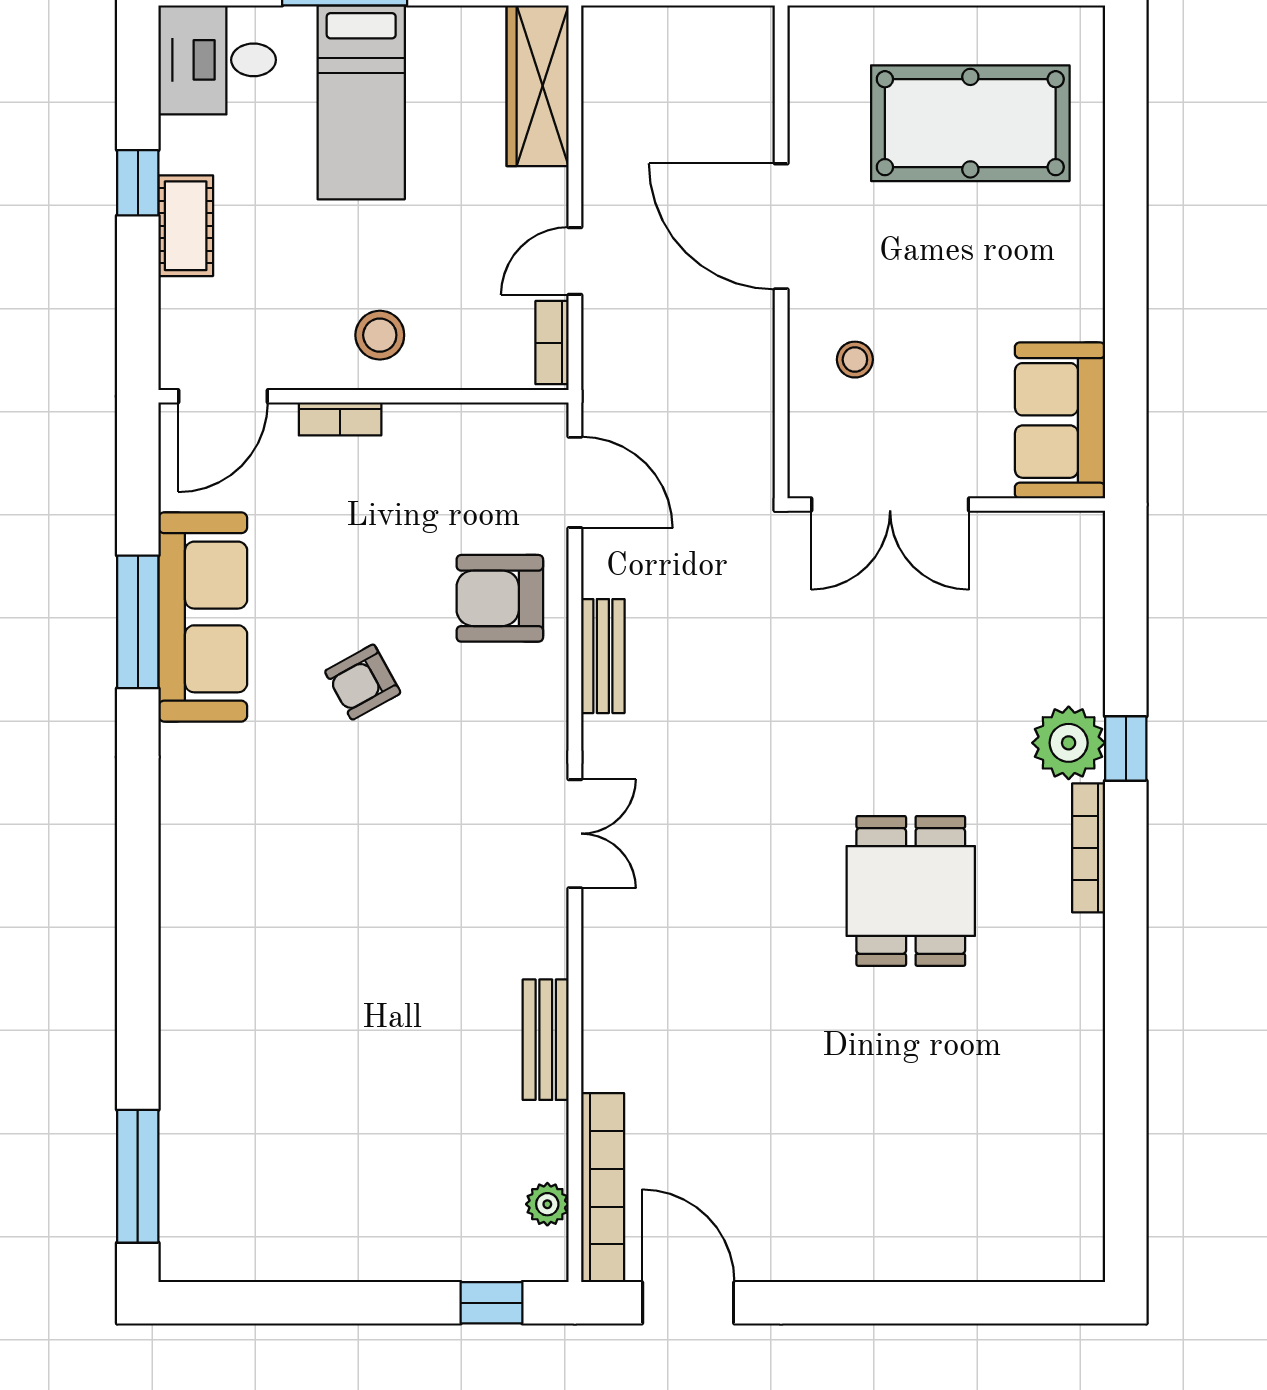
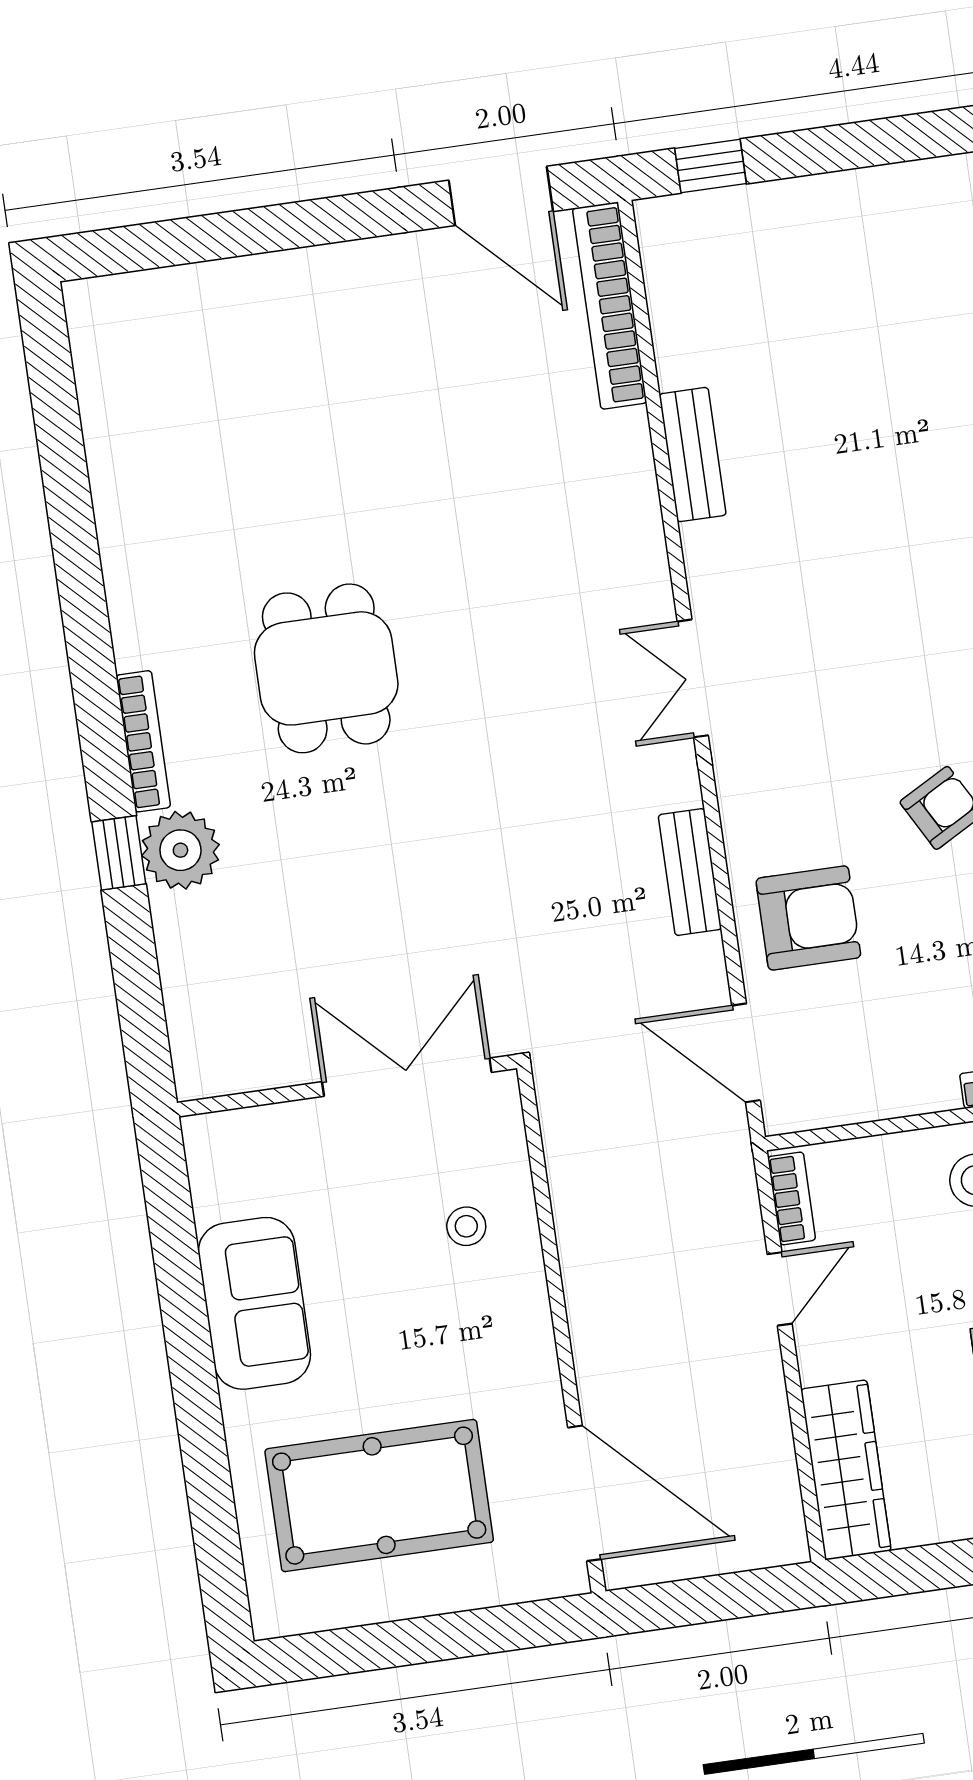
door: (781, 226) -> (584, 1493), moved
sofa: (1060, 420) -> (254, 1303), moved
plant: (547, 1204) -> (666, 280), removed

